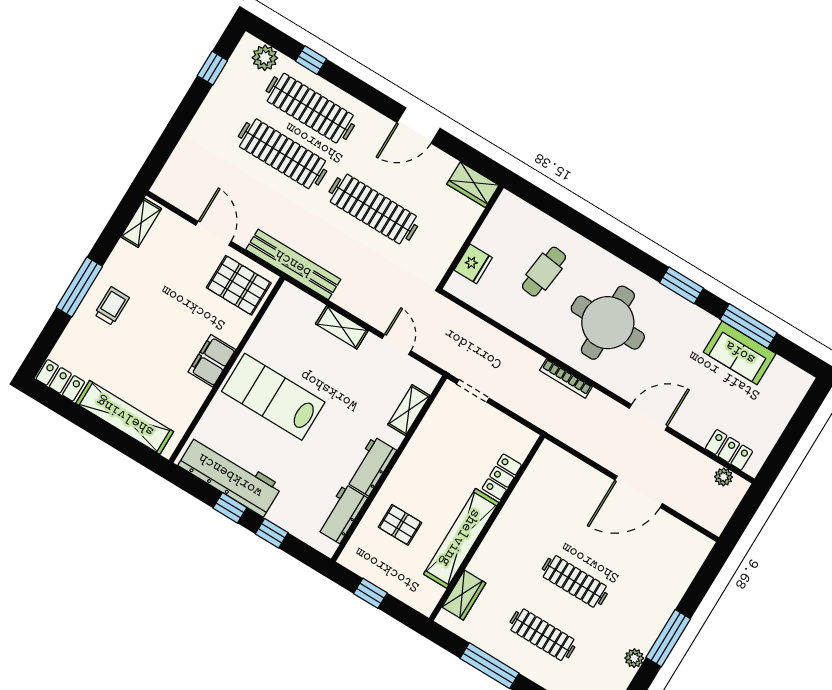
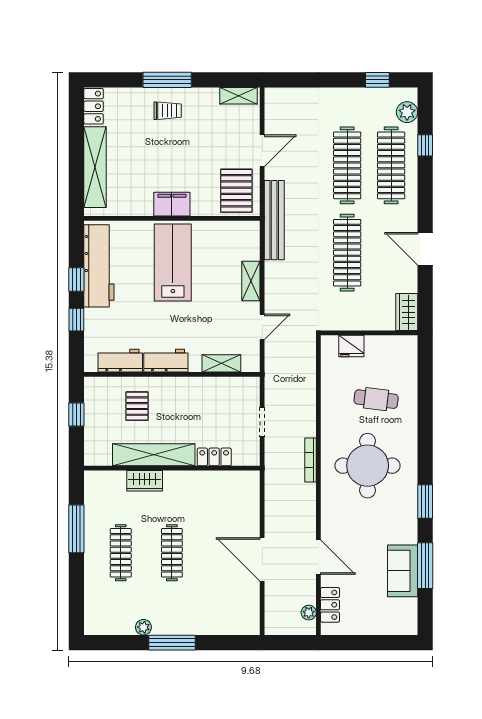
doorway: (473, 391) -> (262, 422), moved
door: (648, 417) -> (318, 557), moved
wardrobe: (464, 595) -> (145, 481), moved

